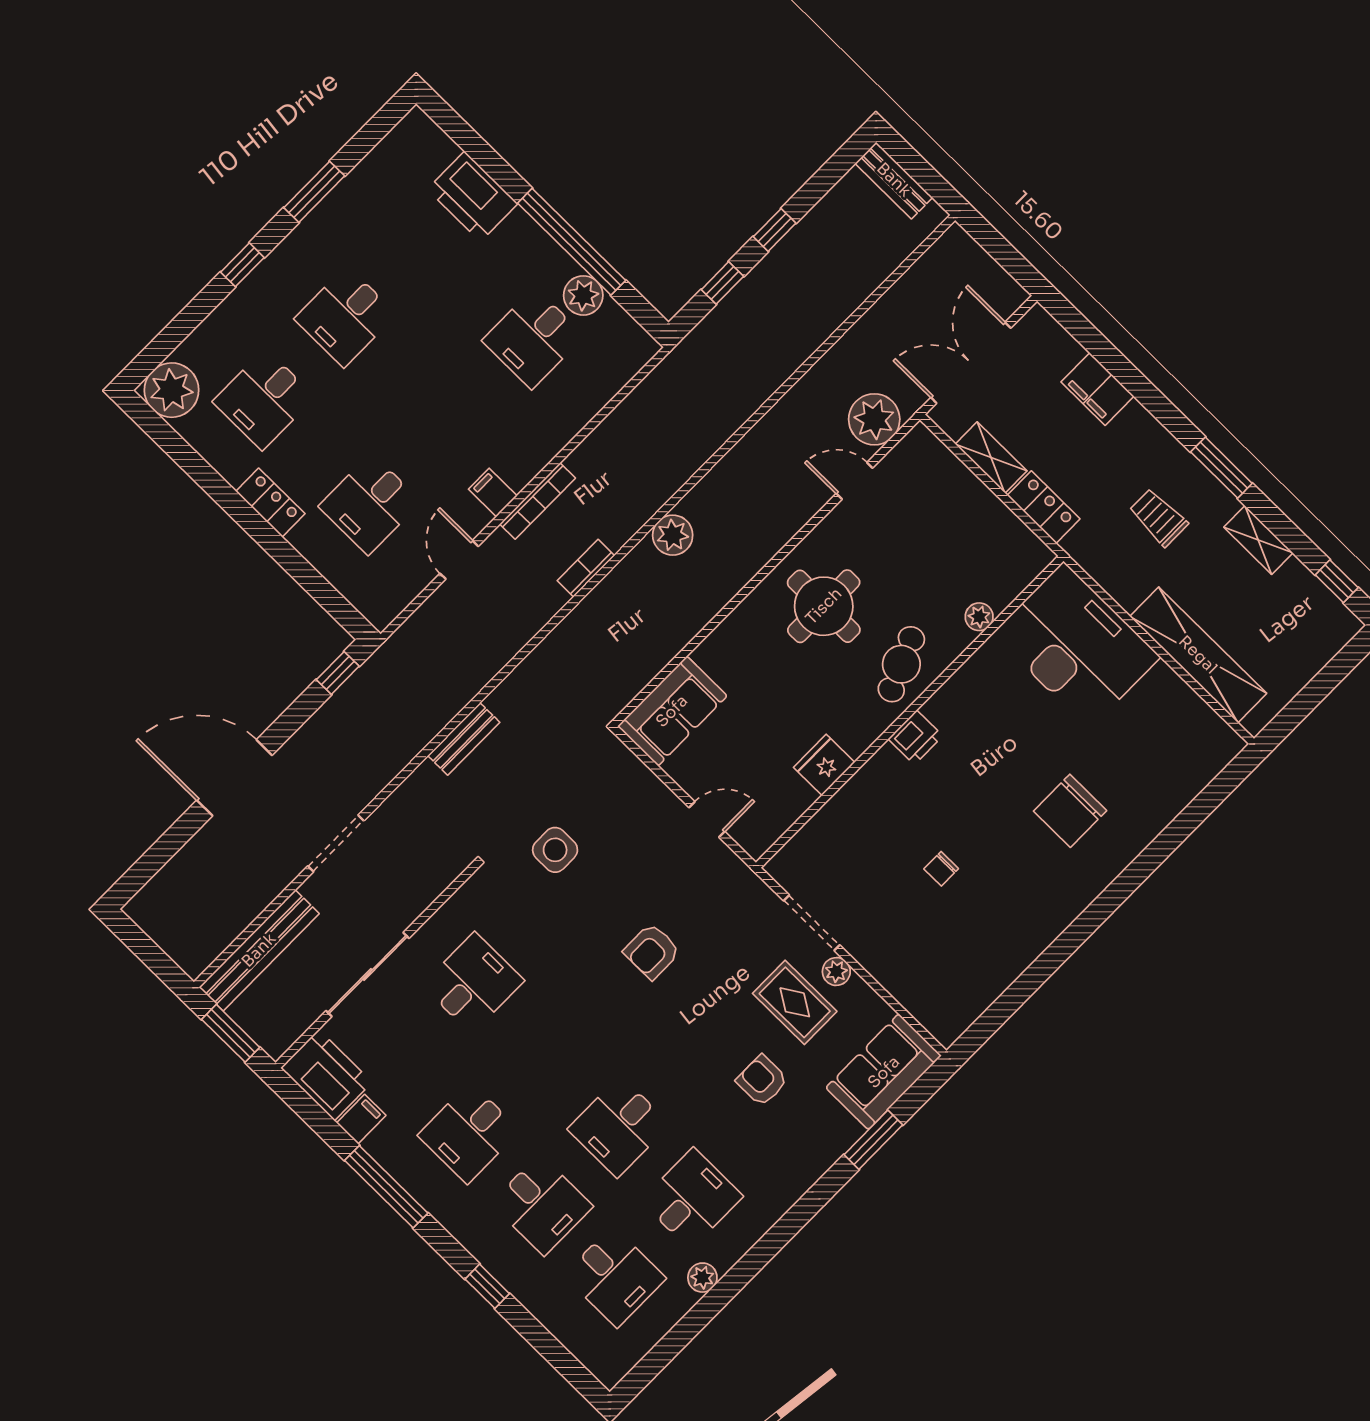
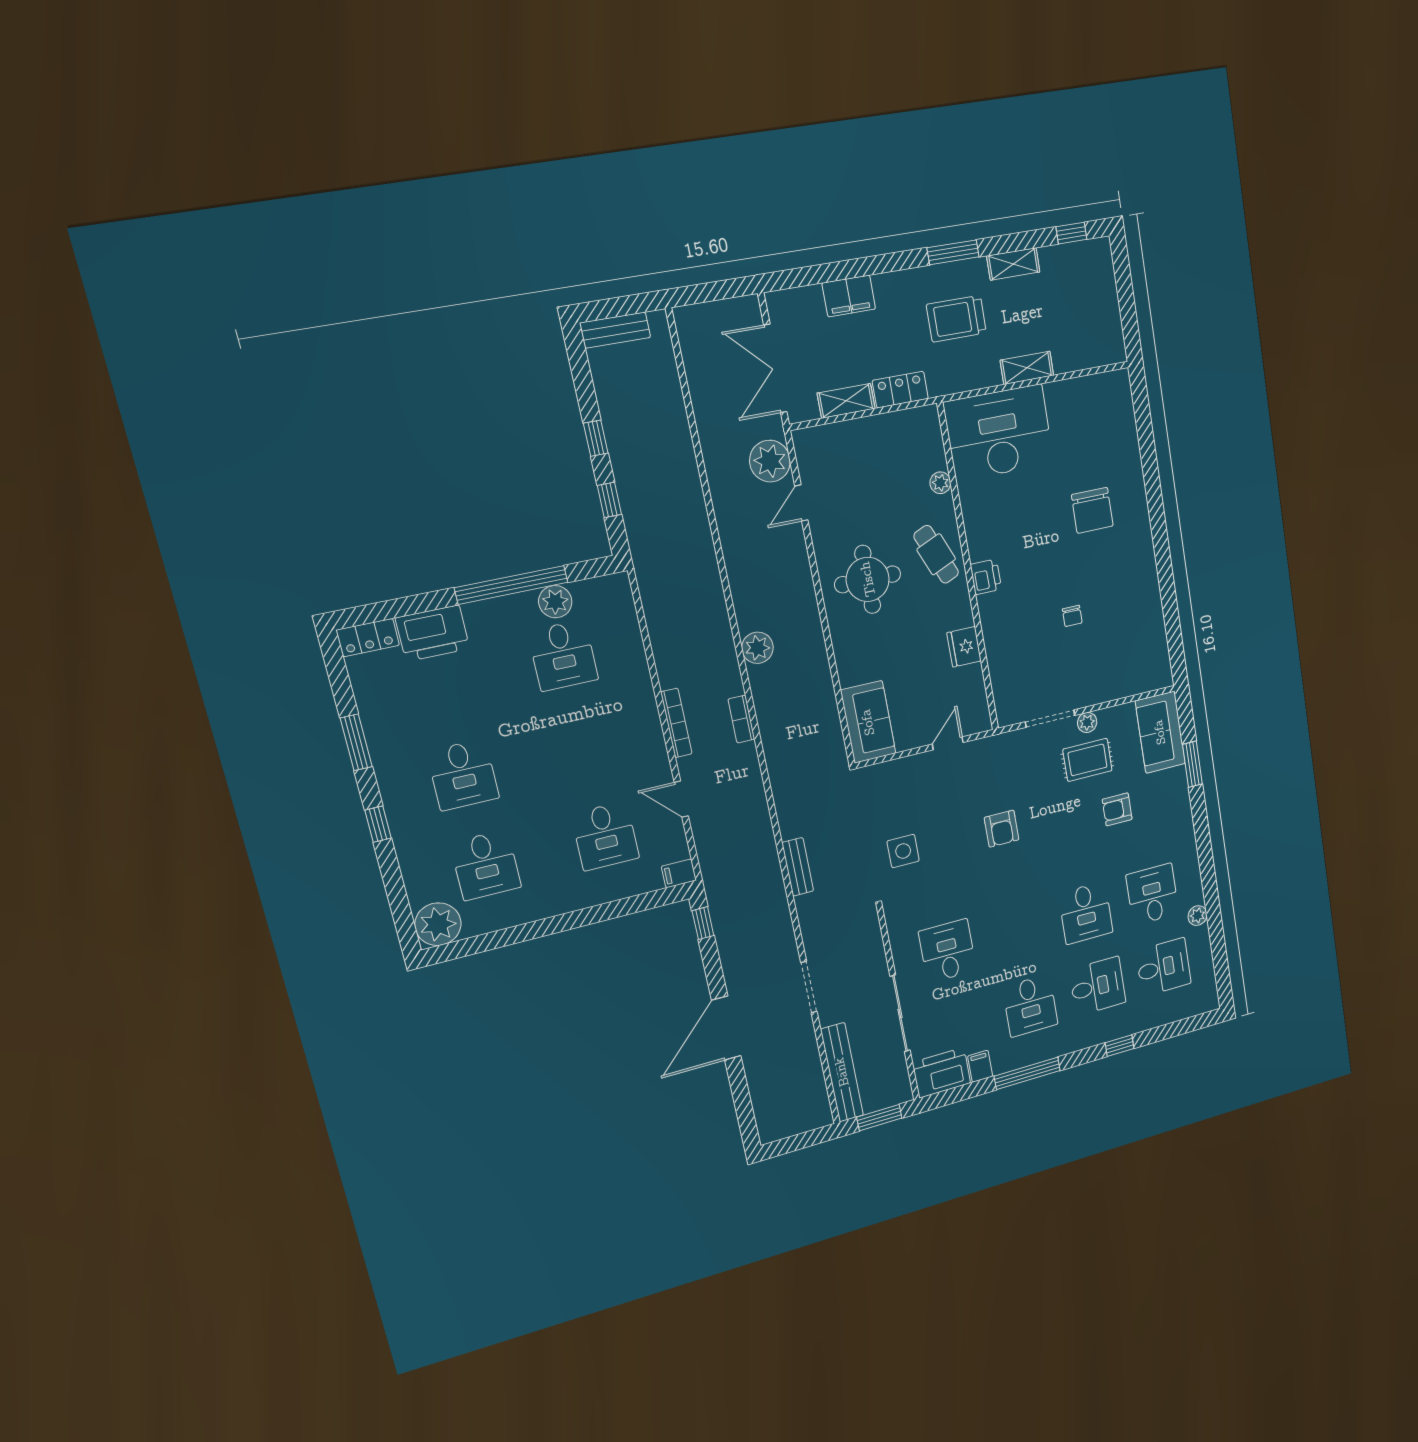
filing cabinet: (493, 493) -> (679, 873), moved
locker: (270, 503) -> (368, 638), moved, turned 180
trolley: (1158, 517) -> (956, 319), width x1.36, depth x1.39
shelving: (1198, 655) -> (1027, 368), width x0.45, depth x0.75

